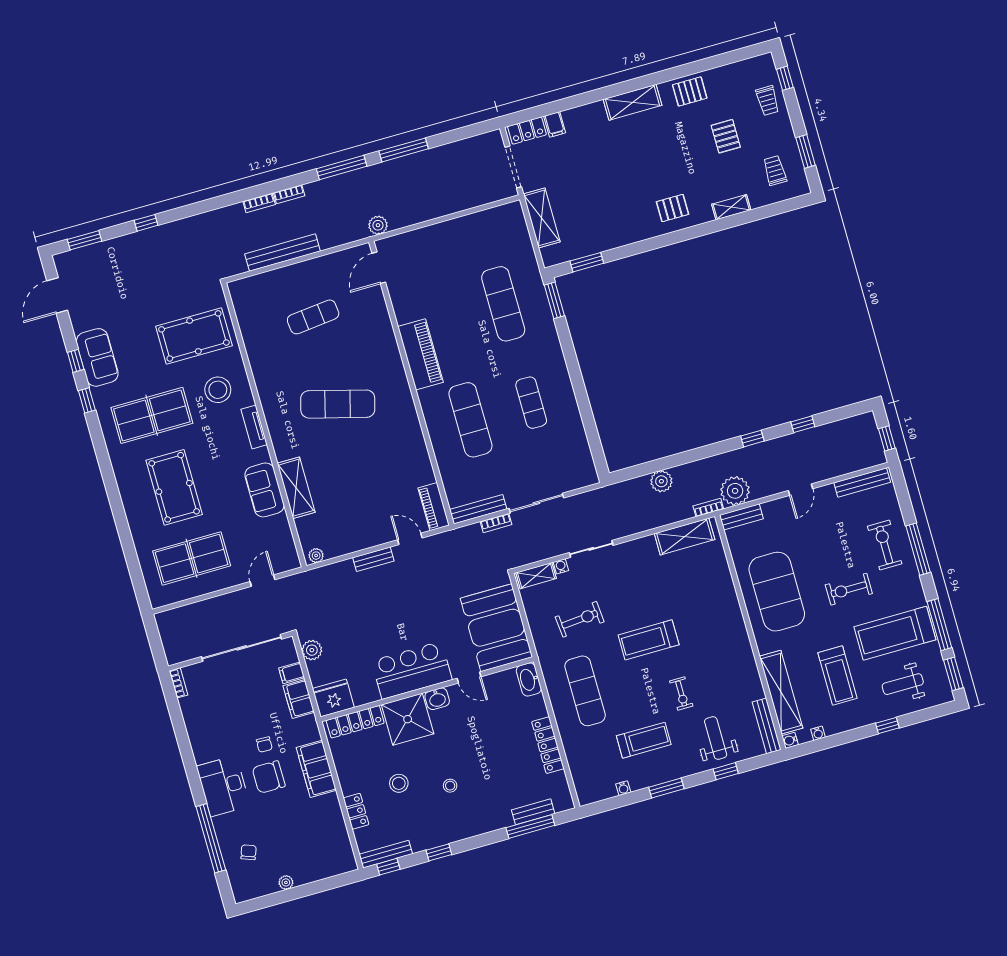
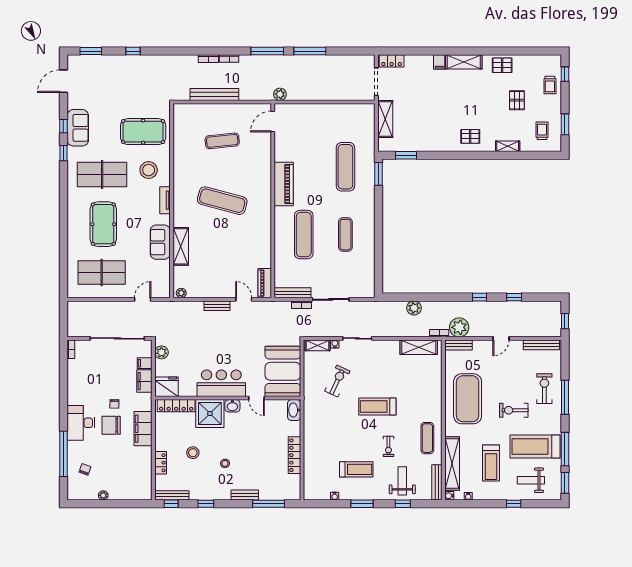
filing cabinet: (555, 124) -> (439, 62), moved
exercise bike: (580, 619) -> (337, 381), turned -60
exercise mat: (585, 691) -> (427, 438), moved, width x0.73, depth x0.69
bench: (533, 812) -> (245, 495), moved

